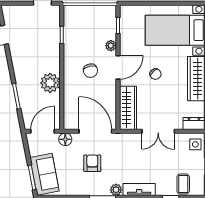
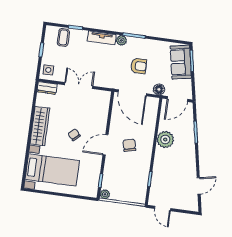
plant: (111, 46) -> (105, 194), moved
wardrobe: (128, 108) -> (102, 109), removed
armchair: (92, 163) -> (139, 66), turned -90

